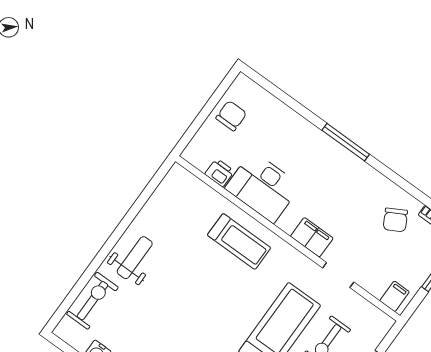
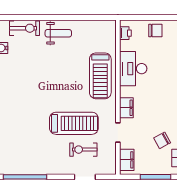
printer: (220, 173) -> (125, 33), moved
treadmill: (239, 241) -> (100, 76), width x1.37, depth x1.38
filing cabinet: (394, 296) -> (127, 160), width x2.00

